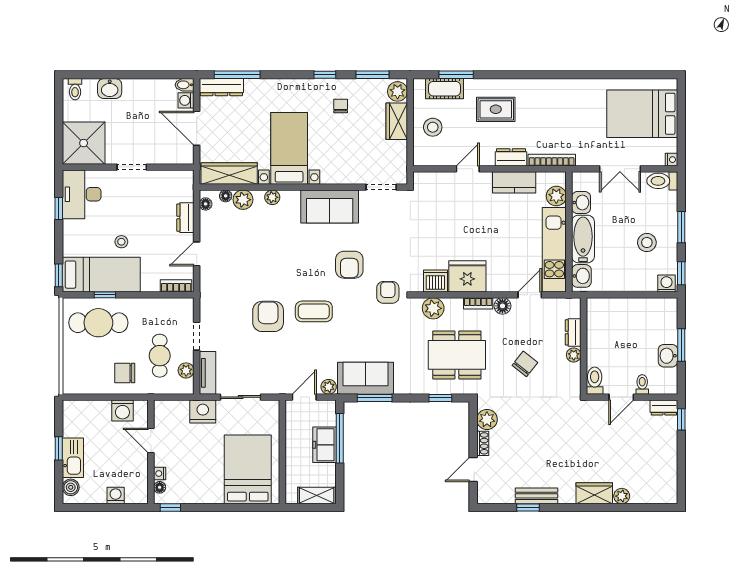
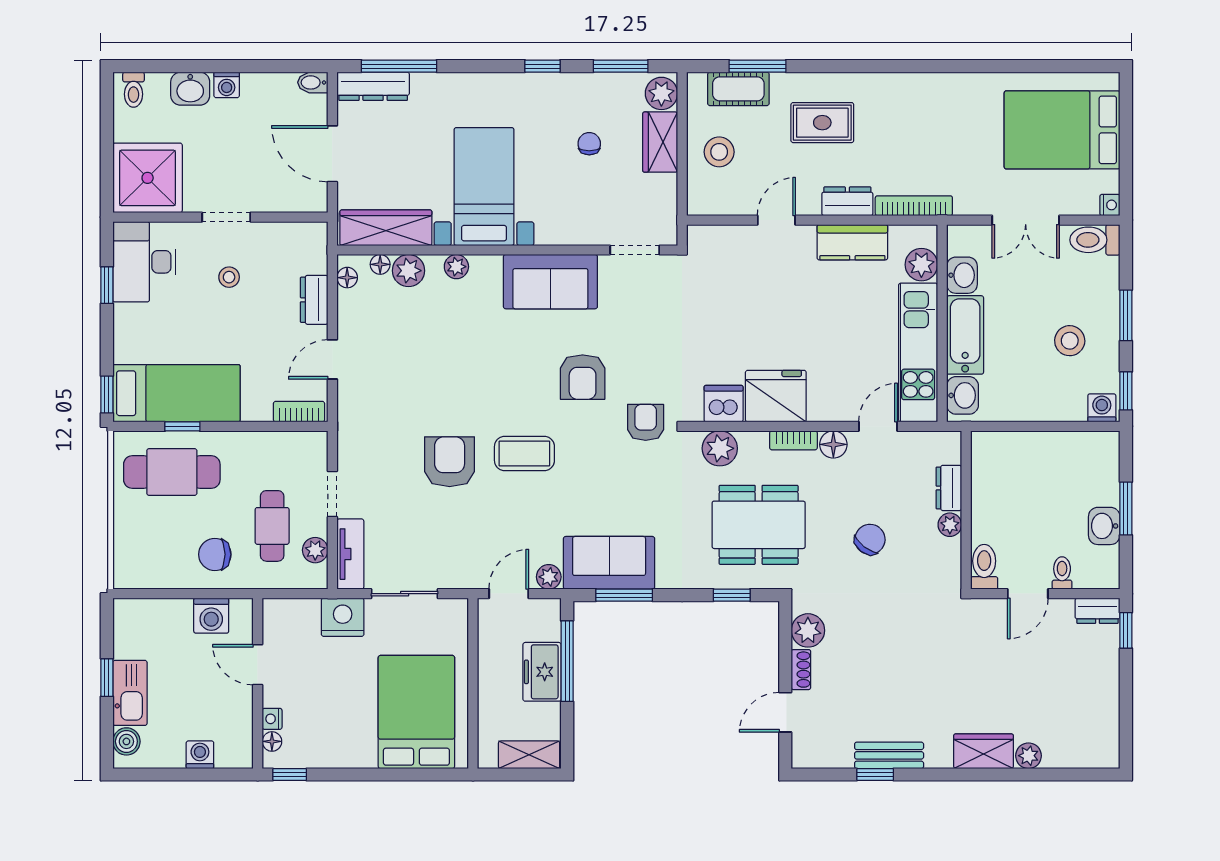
washing machine: (186, 100) -> (227, 85), moved, turned -90
chair: (341, 106) -> (589, 144), moved
stool: (121, 242) -> (229, 277), moved

